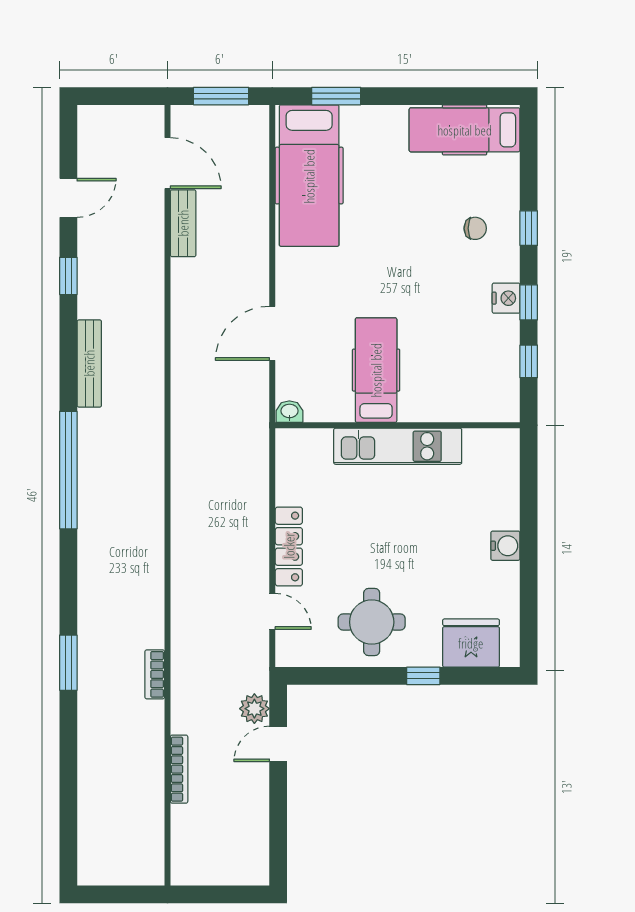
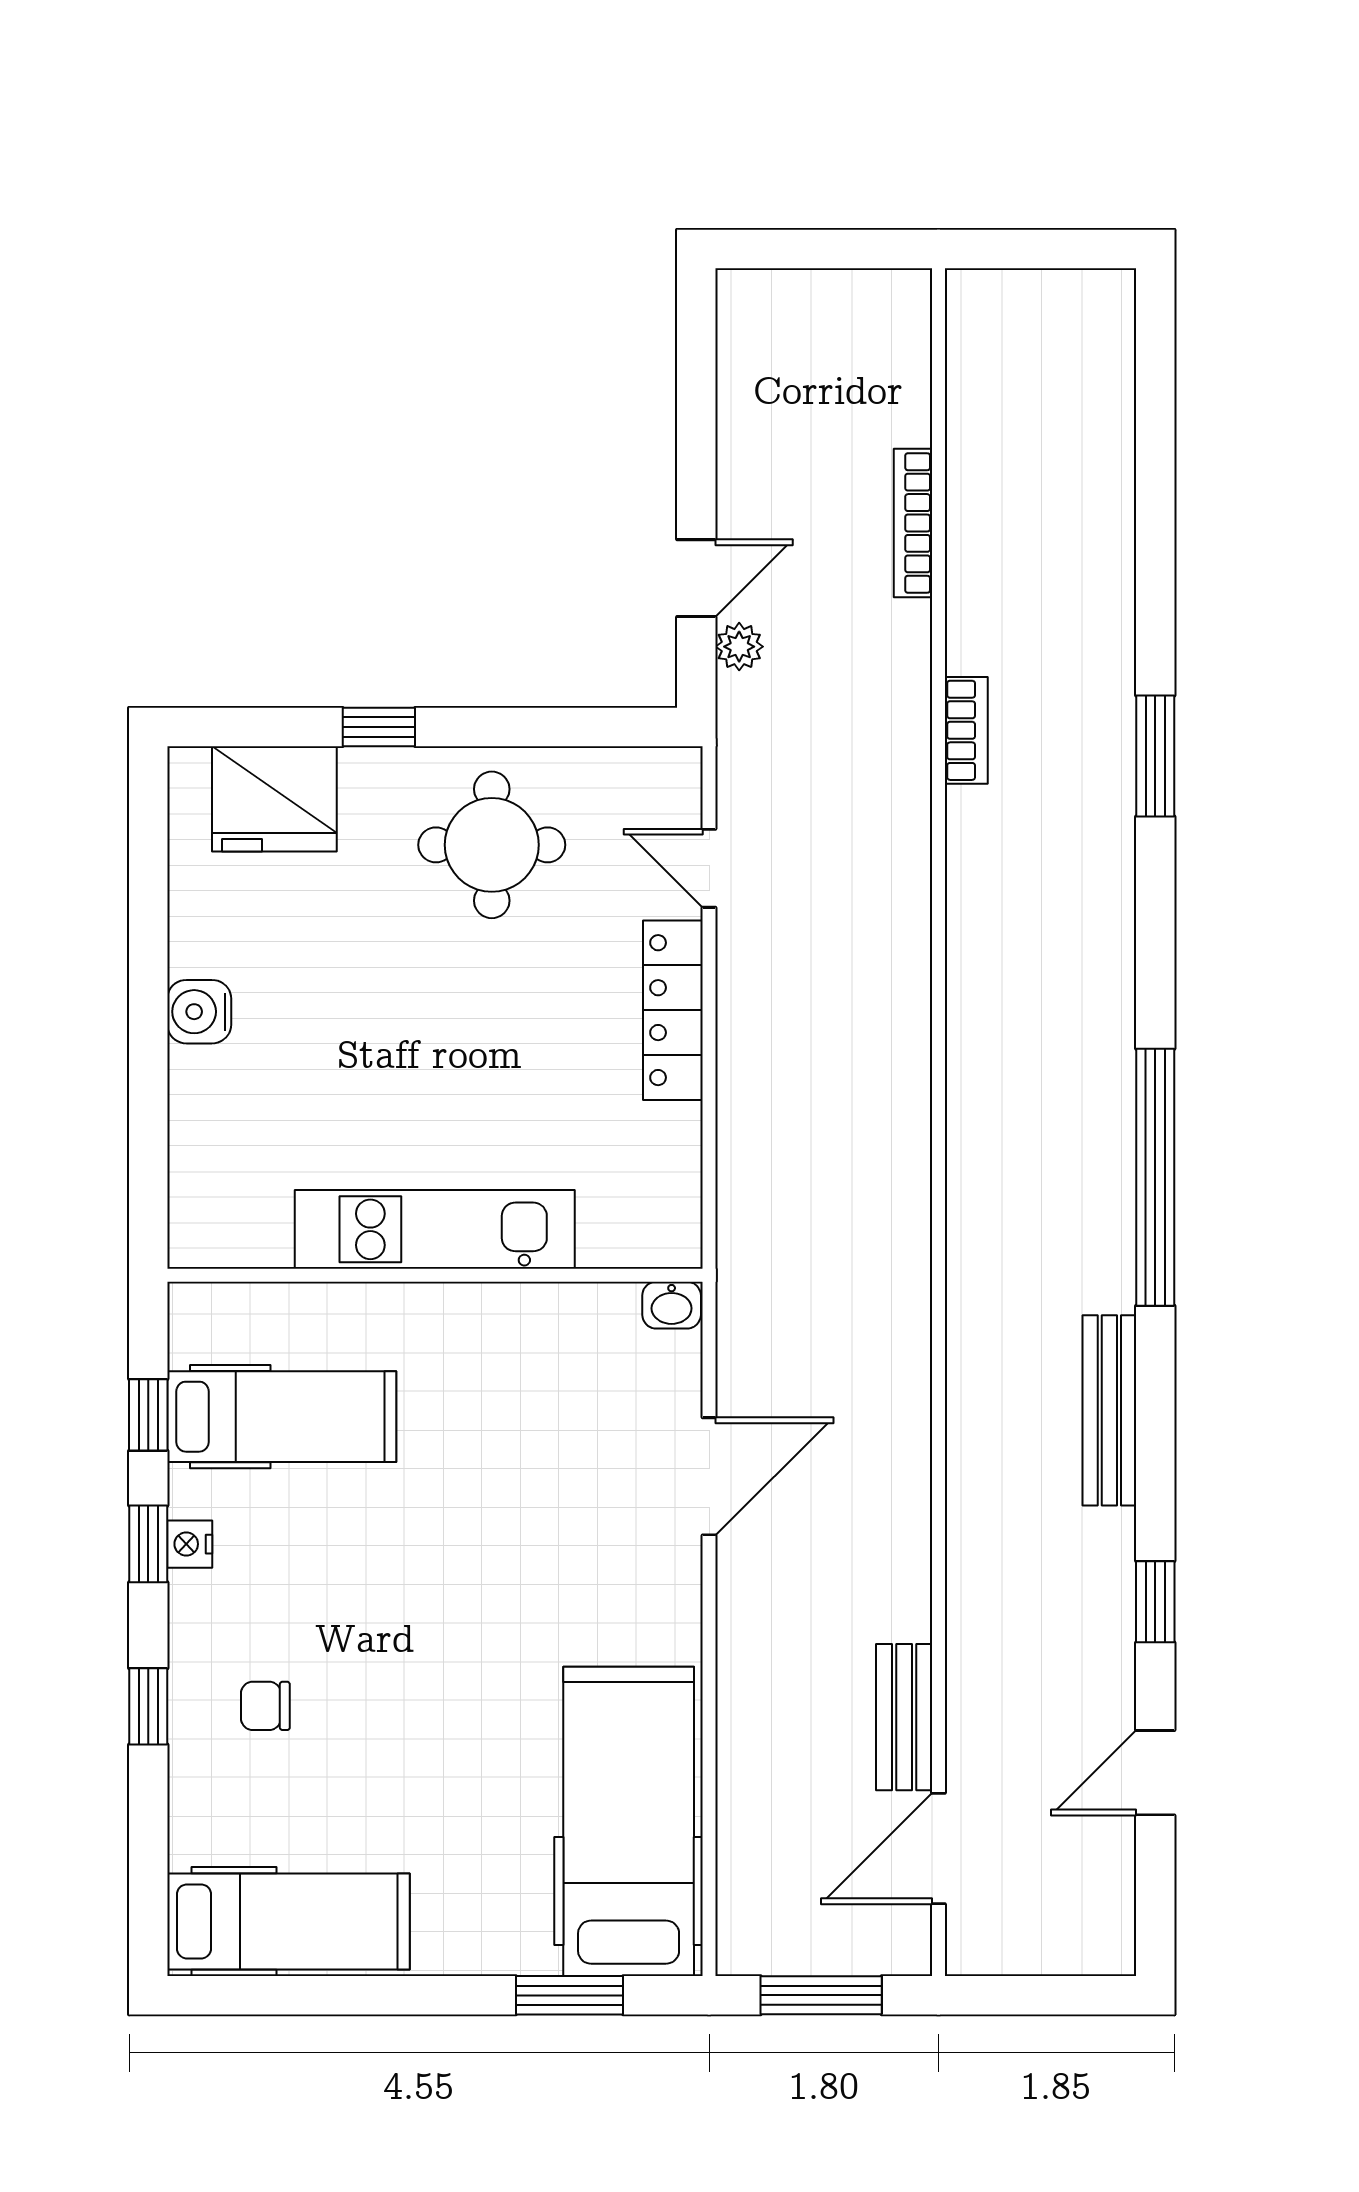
door: (167, 163) -> (938, 1848), hinge flipped
nightstand: (506, 298) -> (190, 1544), width x0.72, depth x0.74
hospital bed: (376, 370) -> (282, 1417), moved, turned -90
plant: (254, 709) -> (739, 647), width x0.73, depth x0.73

